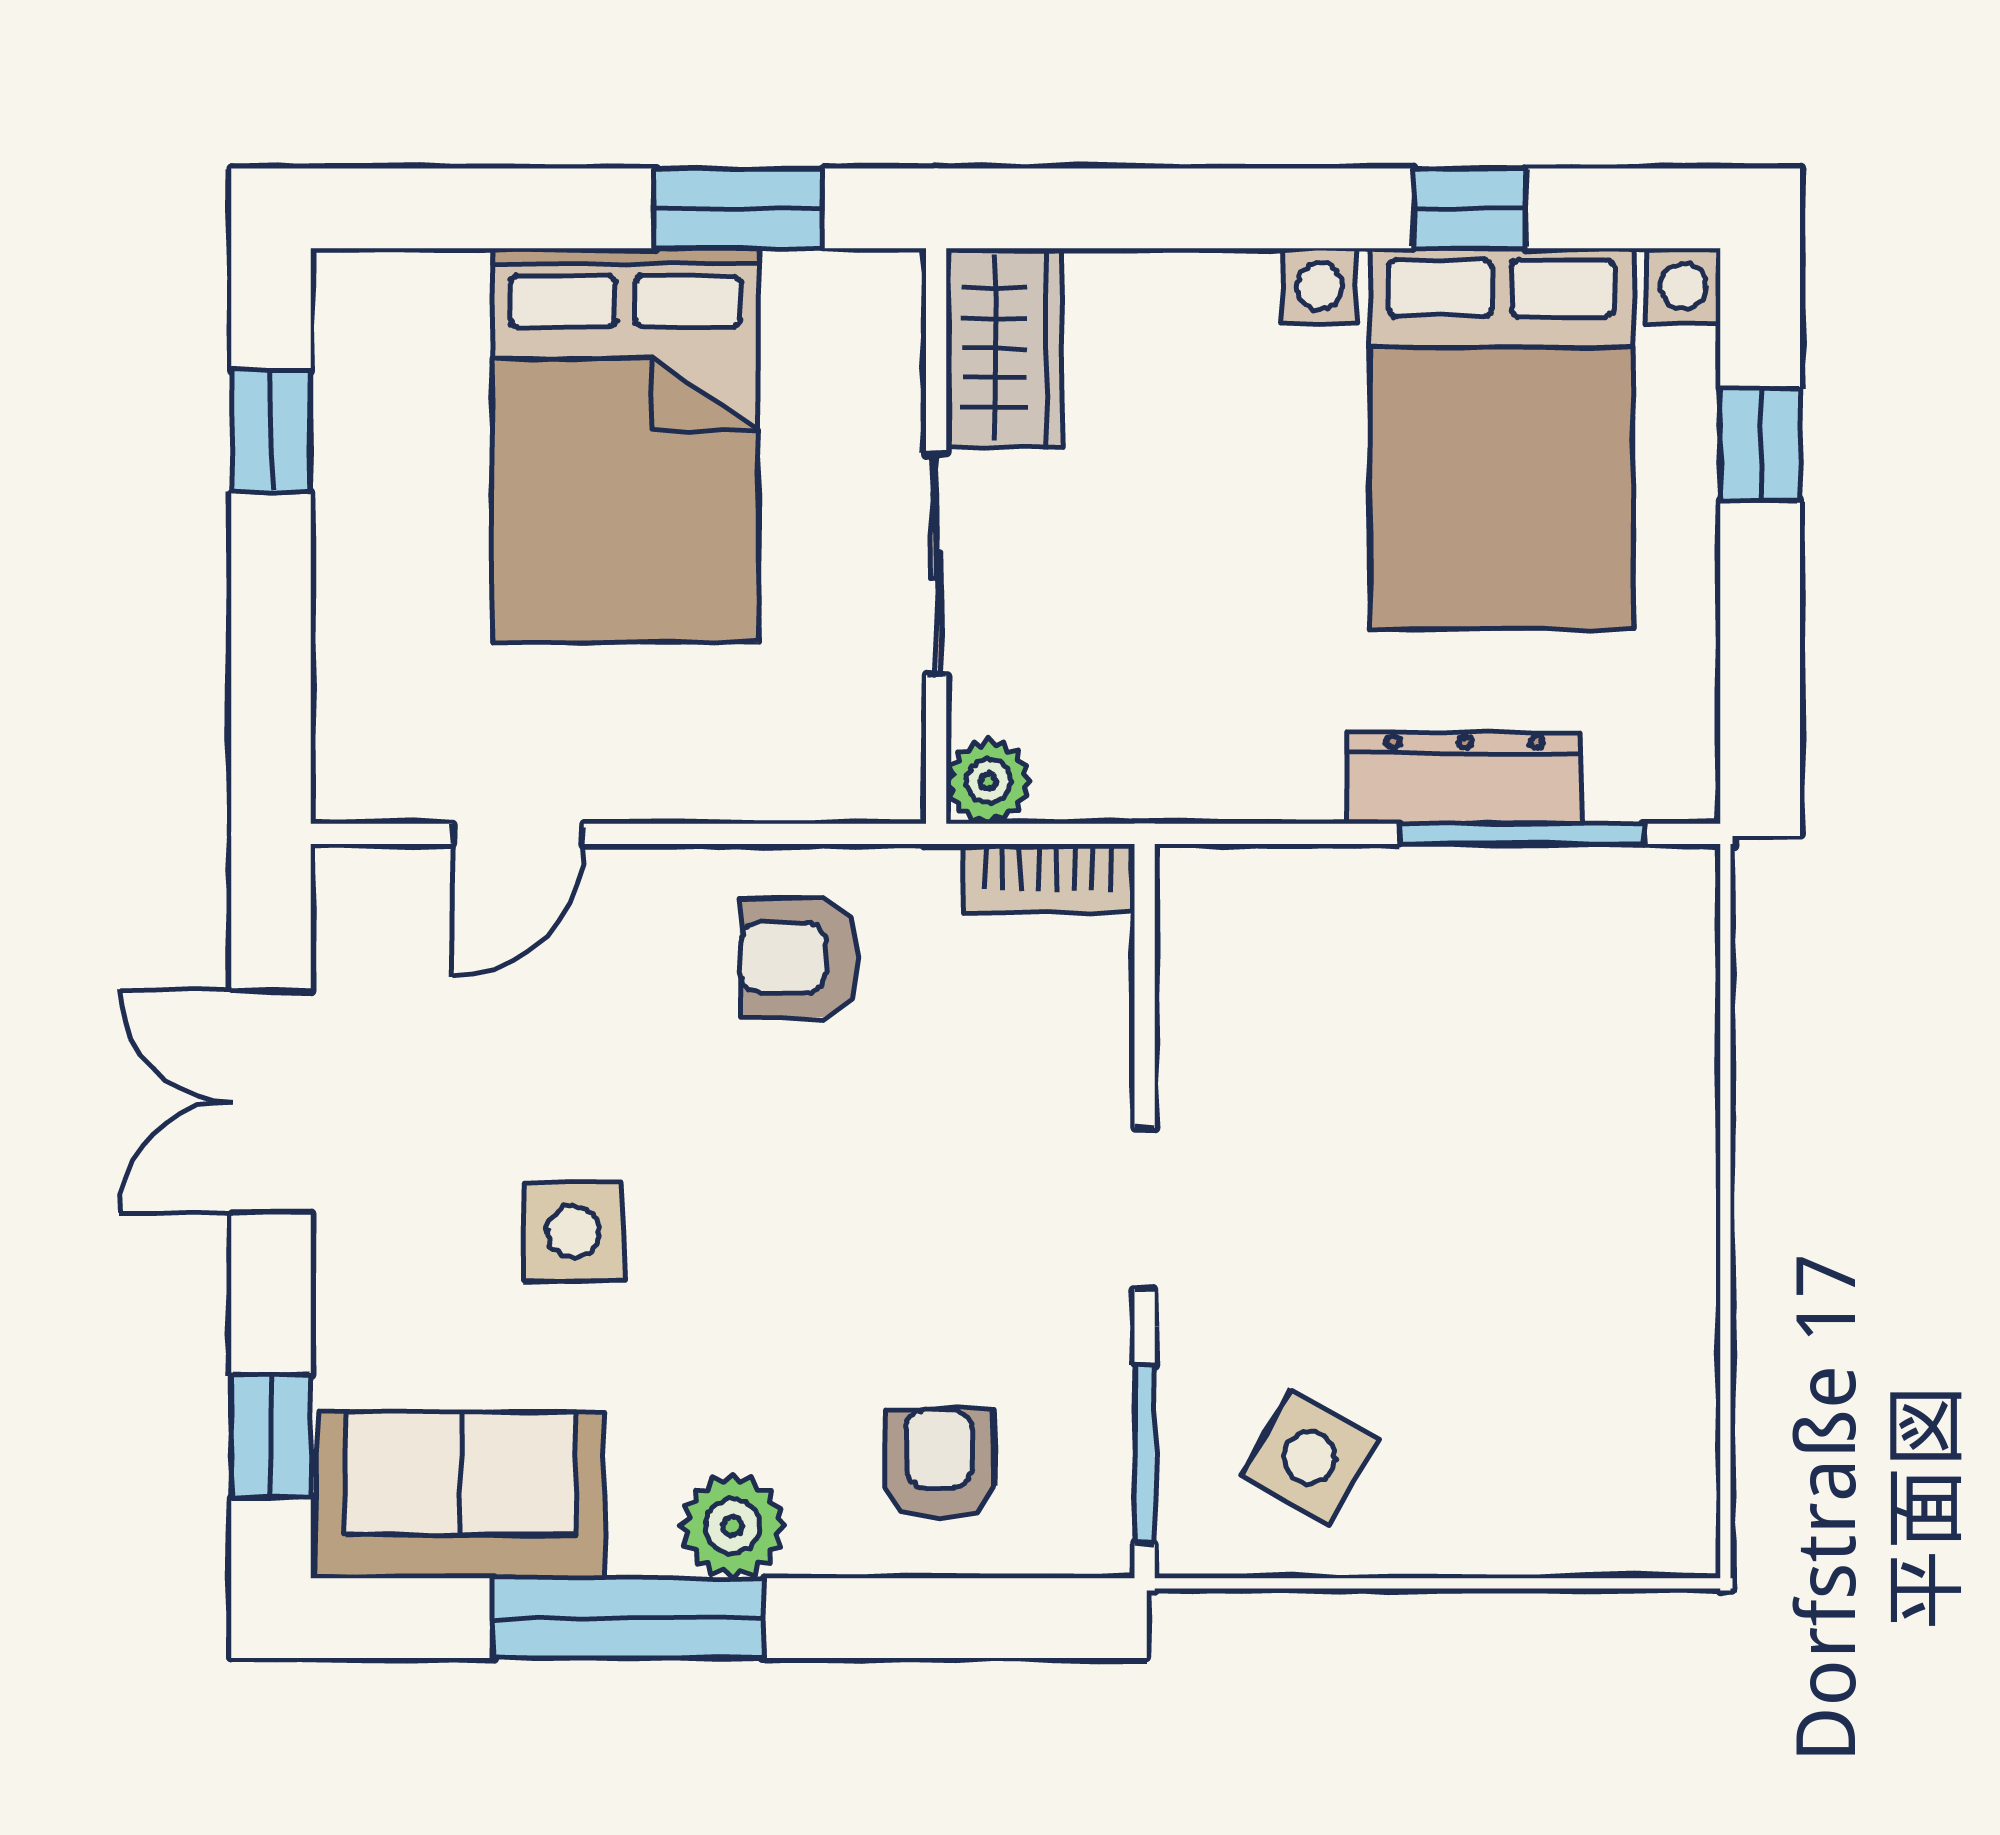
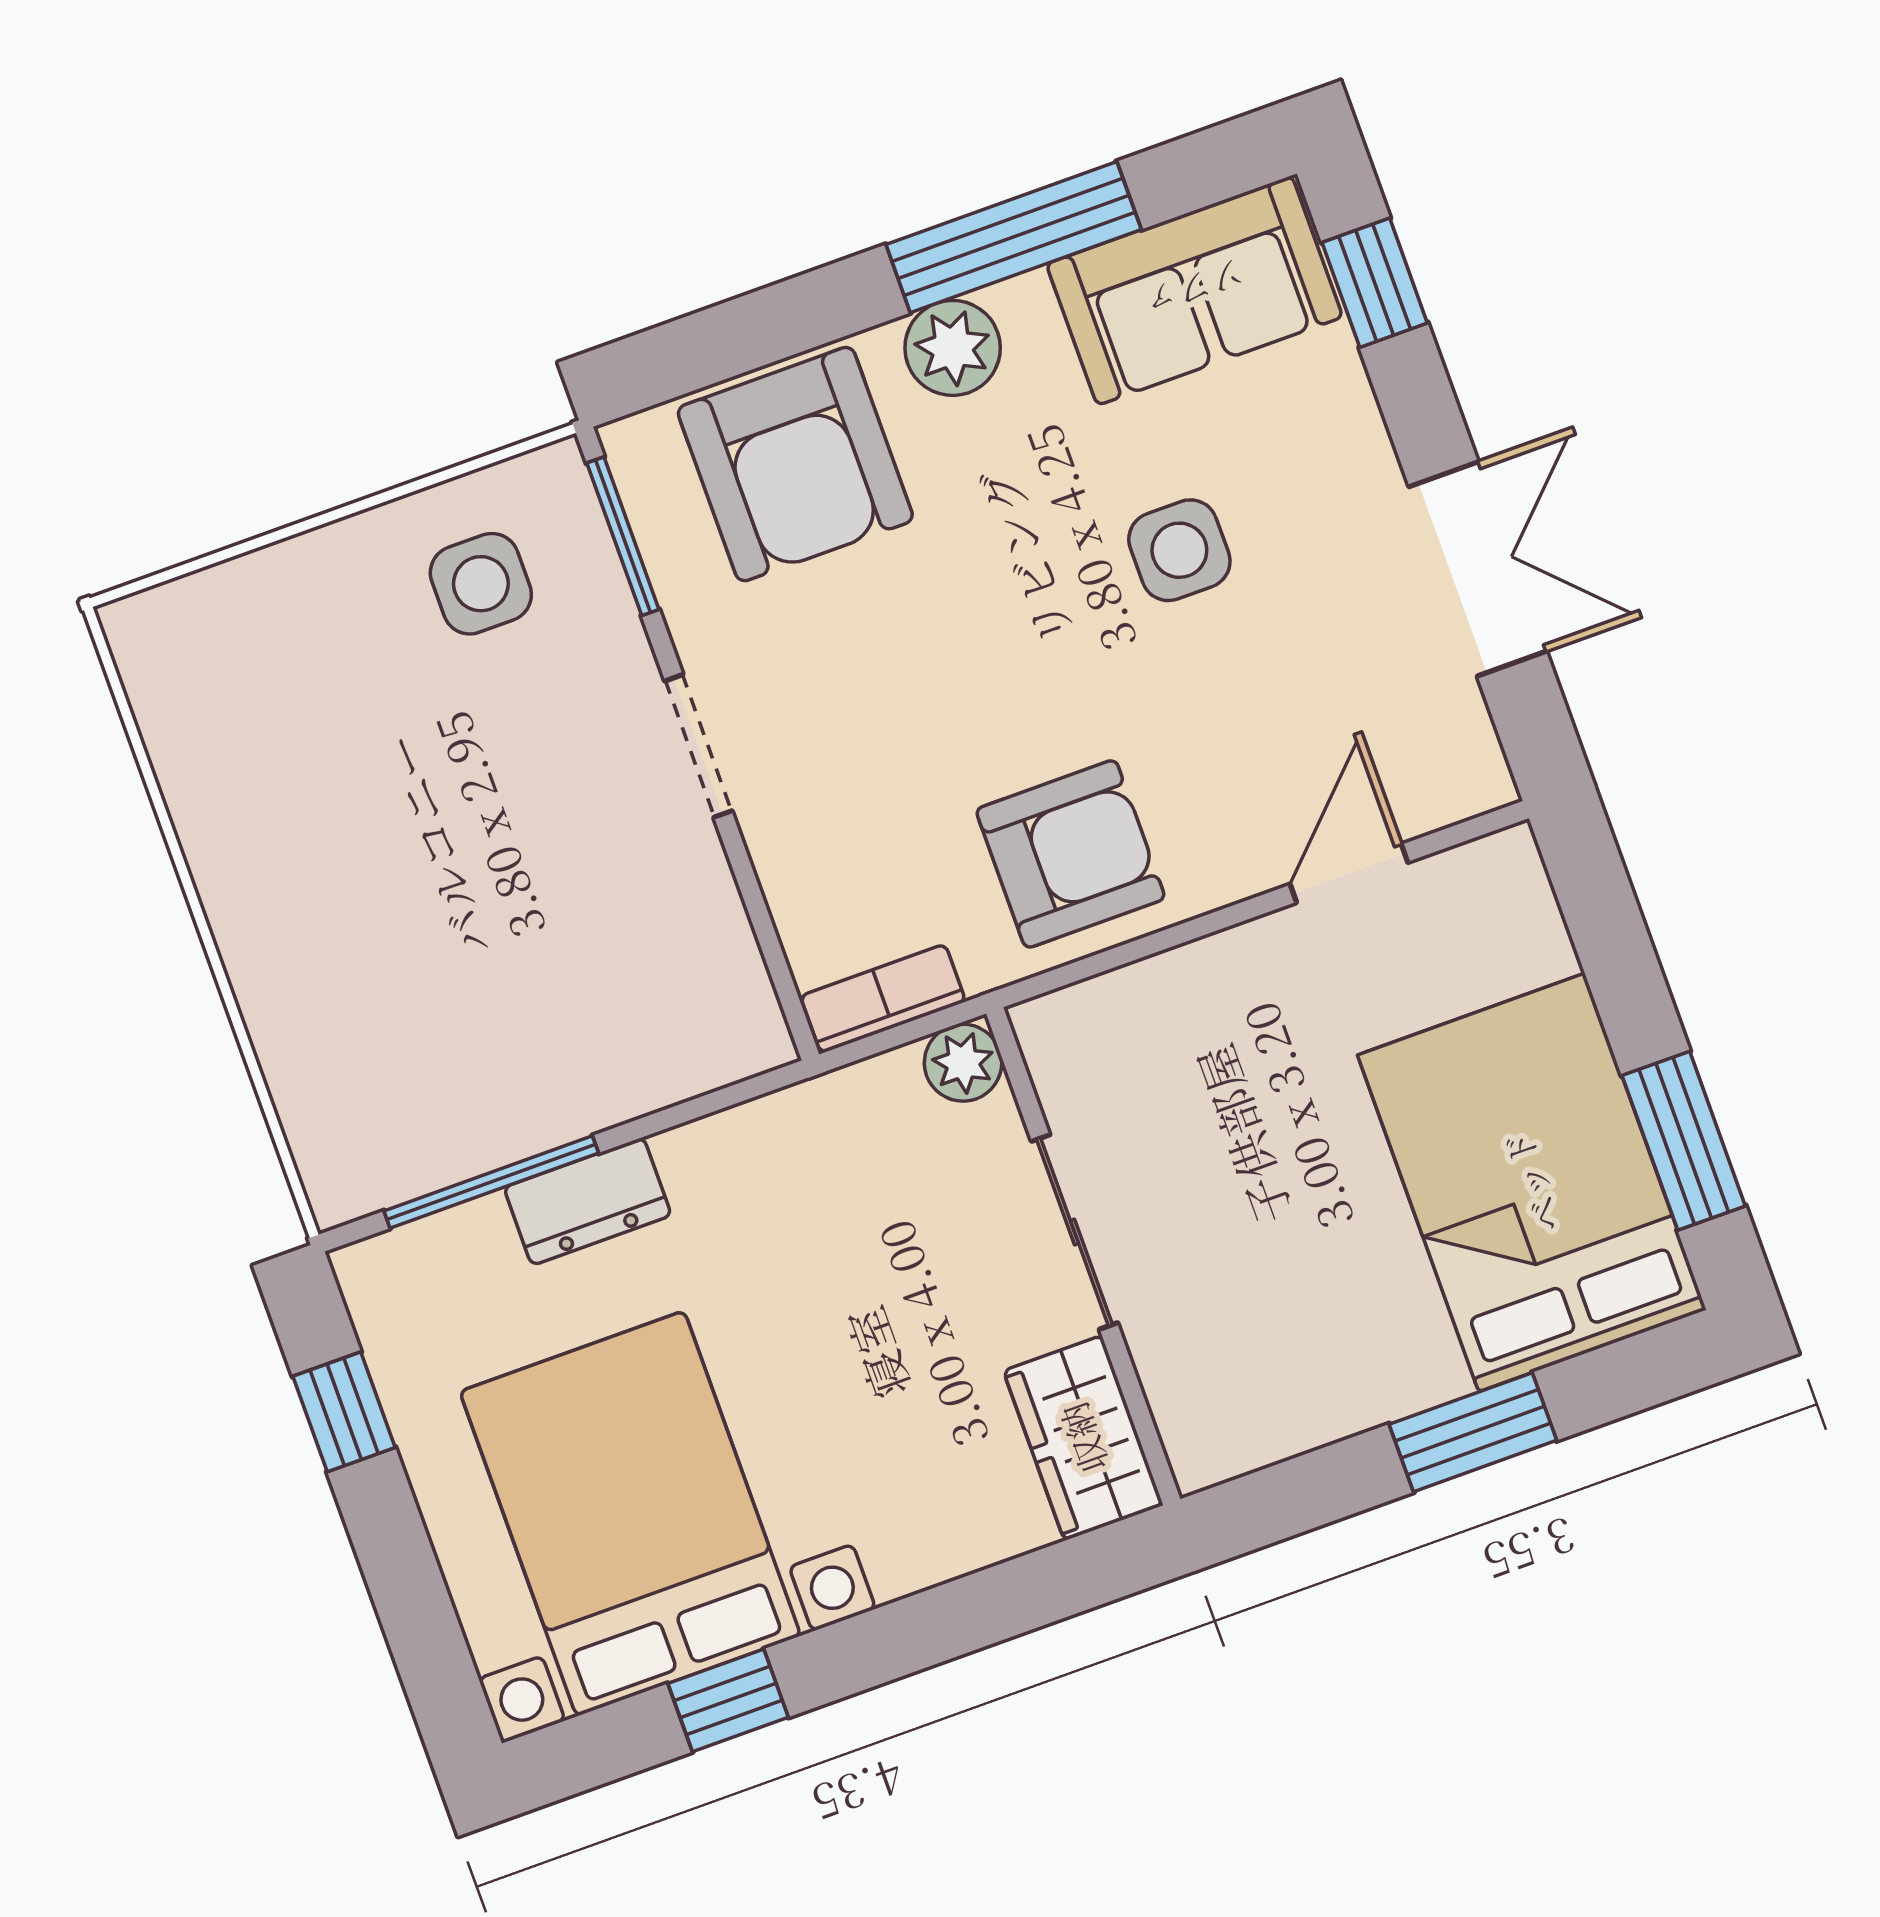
window: (738, 208) -> (1473, 1432), moved
window: (271, 432) -> (1684, 1141), width x1.50
bed: (626, 445) -> (1532, 1182), moved
window: (1760, 445) -> (344, 1412), moved
dresser: (1465, 778) -> (588, 1201), width x0.70
armchair: (799, 958) -> (1070, 854), width x1.38, depth x1.38
side table: (1309, 1458) -> (481, 584), turned -30
armchair: (939, 1464) -> (795, 464), width x1.88, depth x1.88

